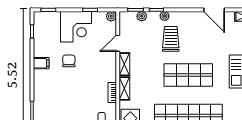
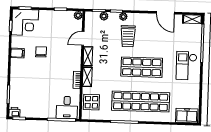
corner desk: (76, 27) -> (25, 22), moved
trolley: (171, 39) -> (128, 36), turned 180

